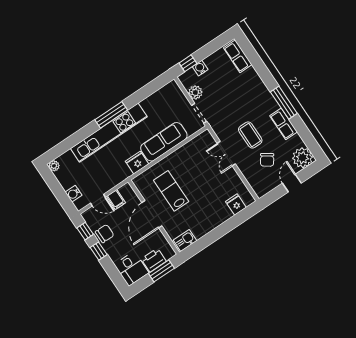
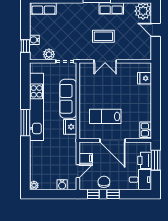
kitchen unit: (109, 133) -> (37, 107), moved
chair: (267, 160) -> (128, 36), removed

